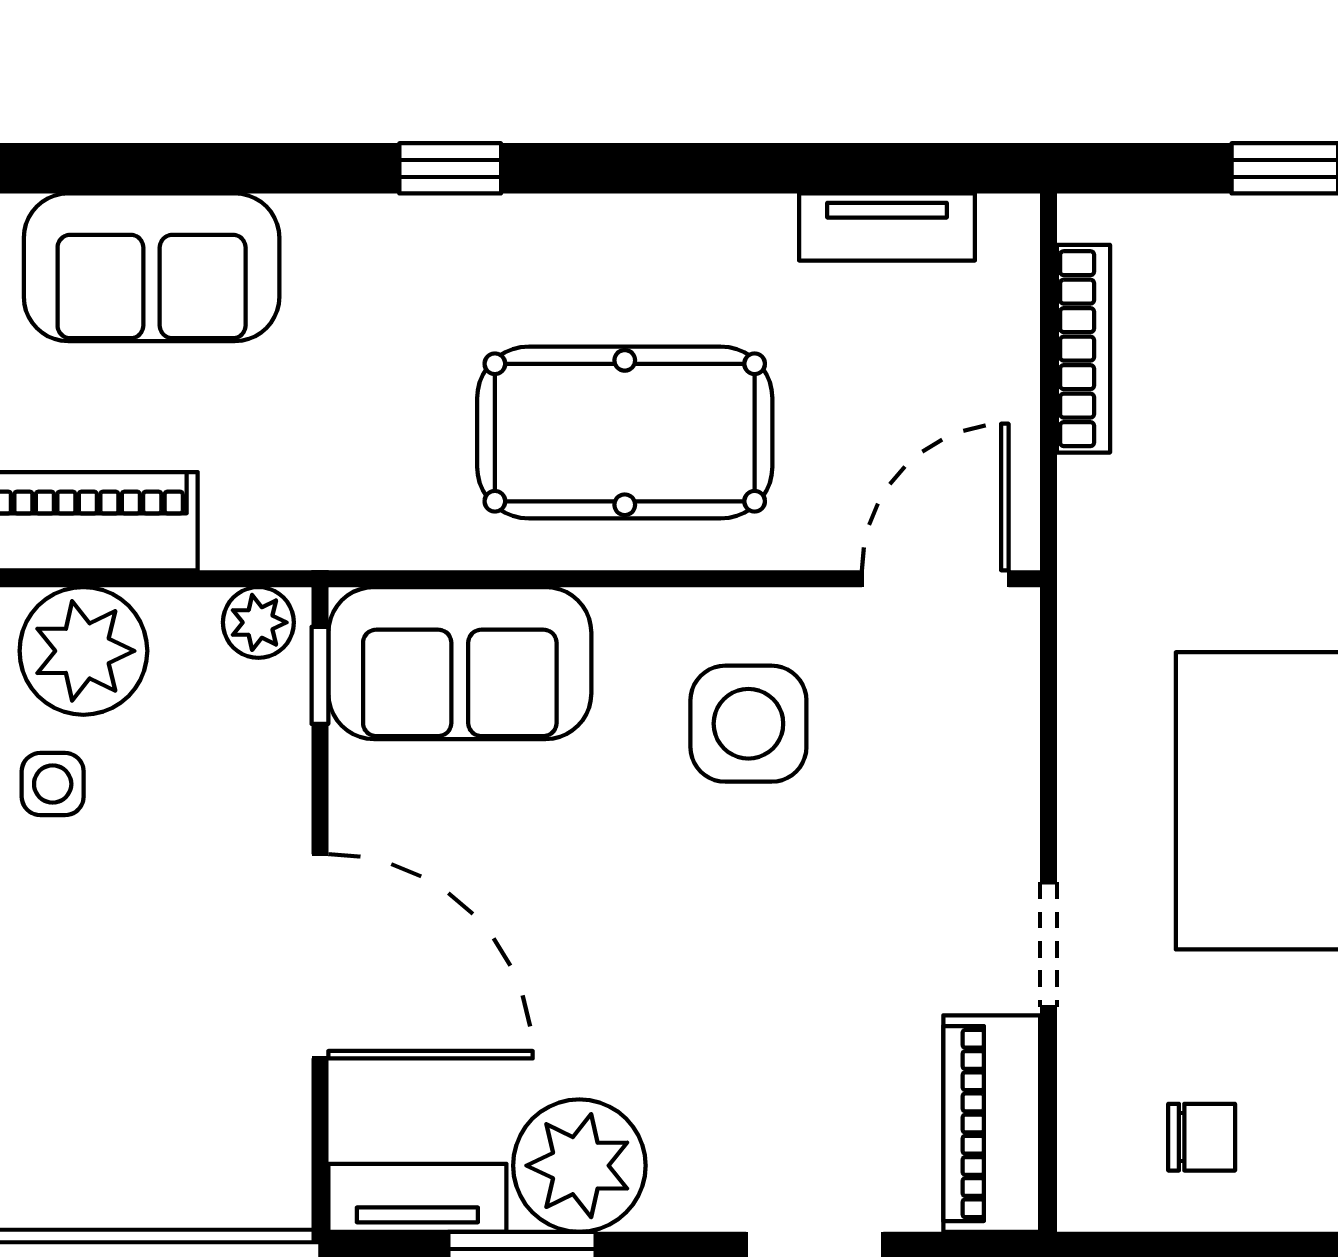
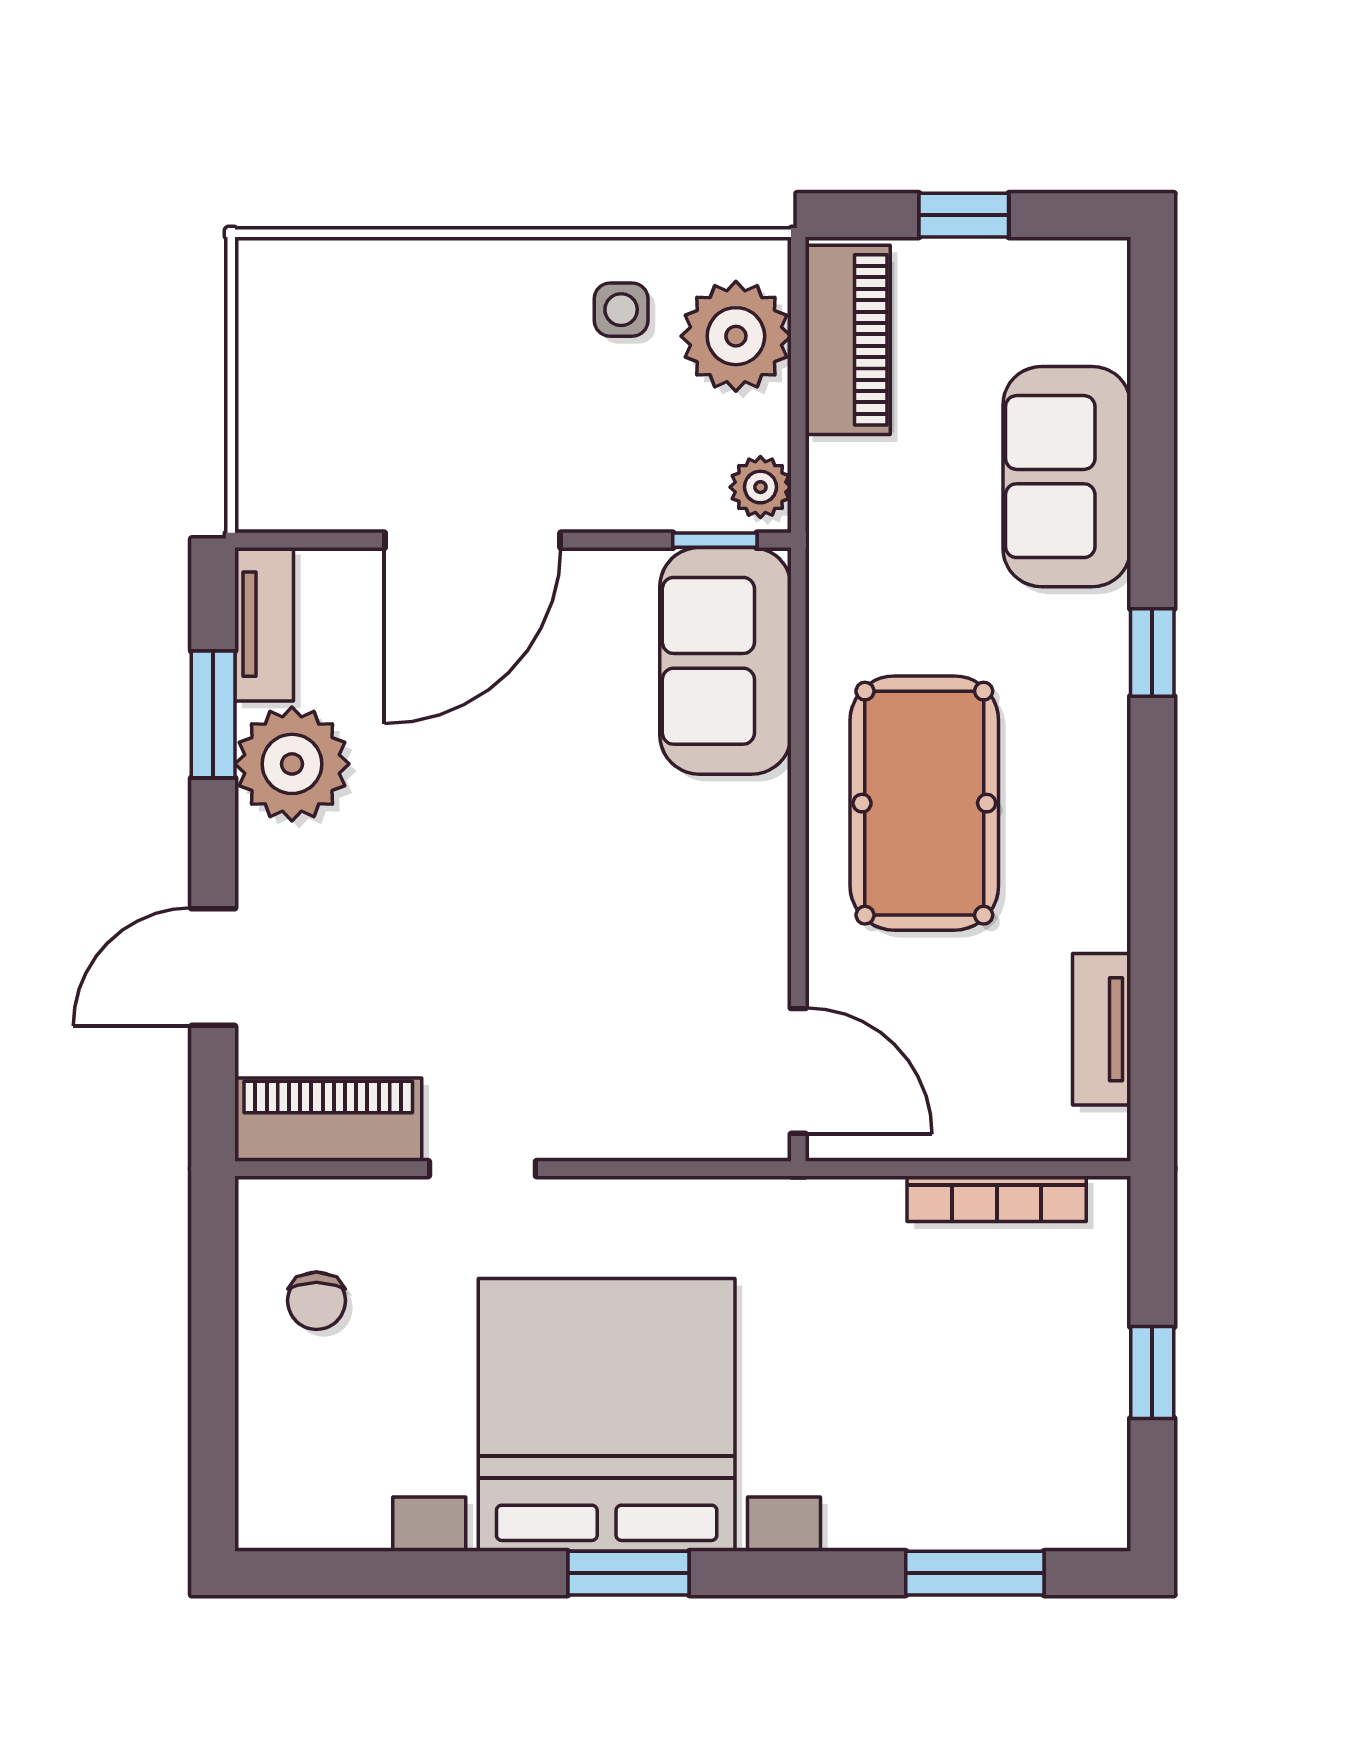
sofa: (152, 267) -> (1067, 477), moved
side table: (748, 724) -> (673, 910), removed

